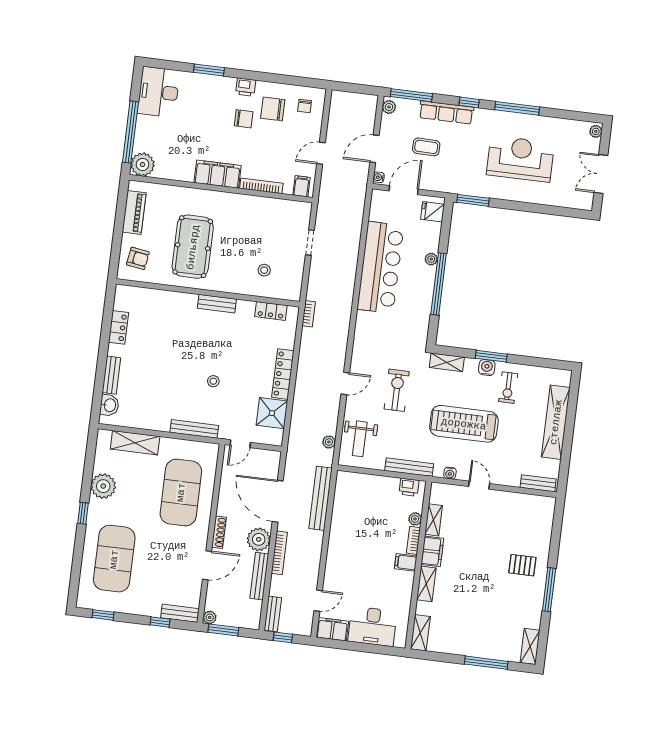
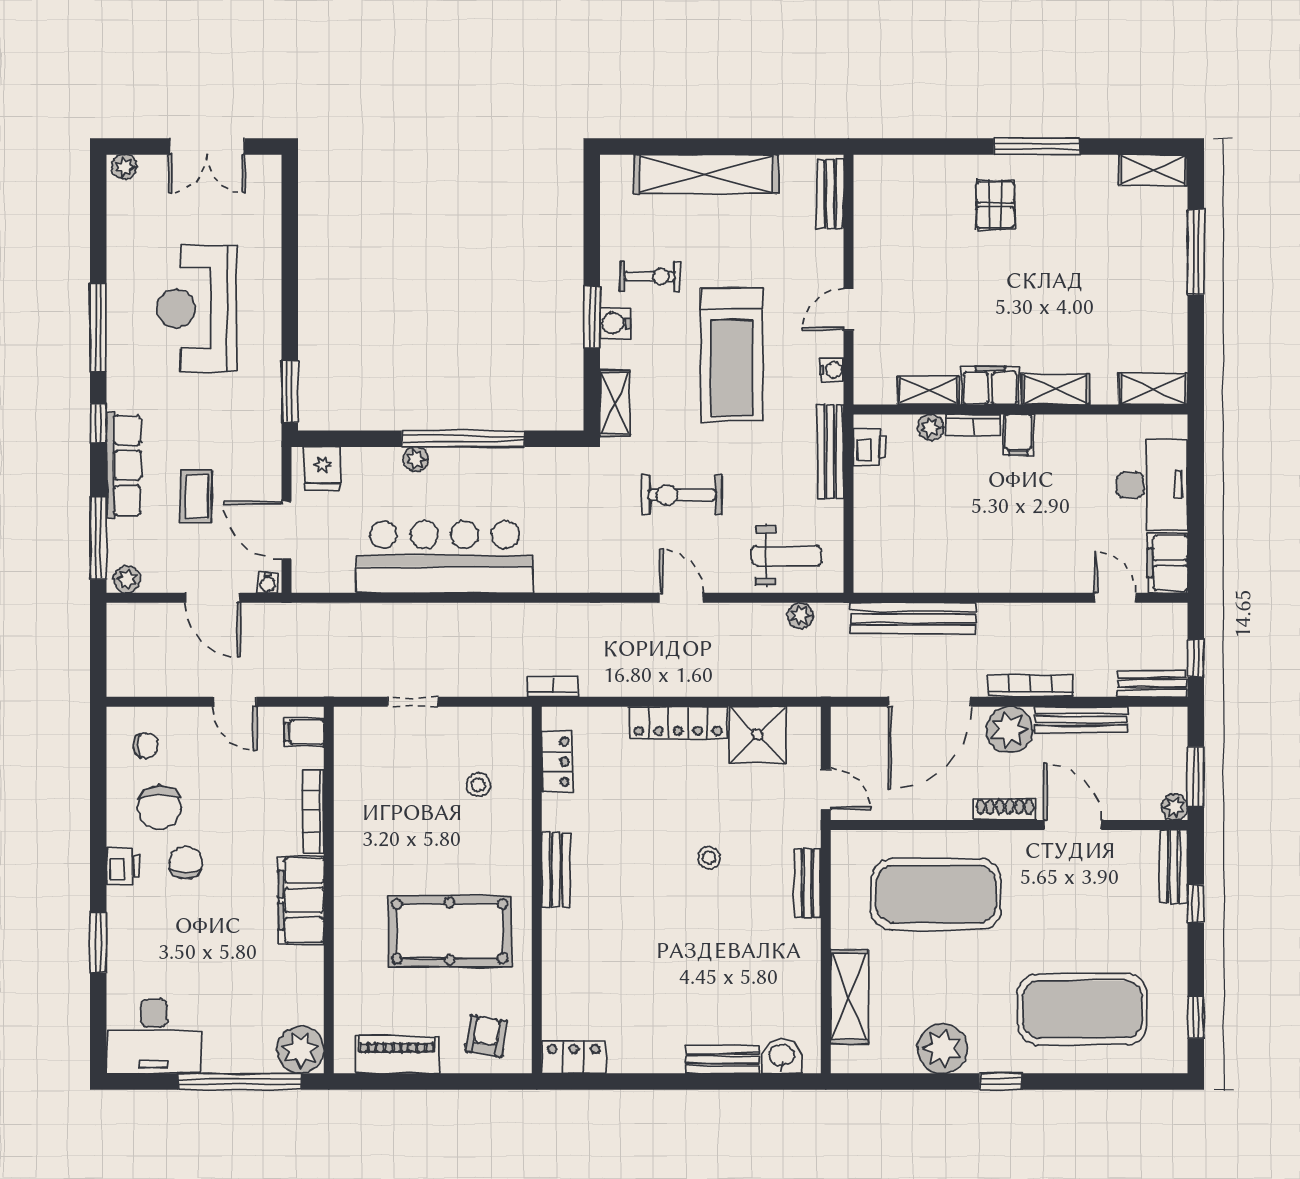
locker: (119, 327) -> (574, 1057), moved
bench: (194, 429) -> (808, 884), width x0.73

